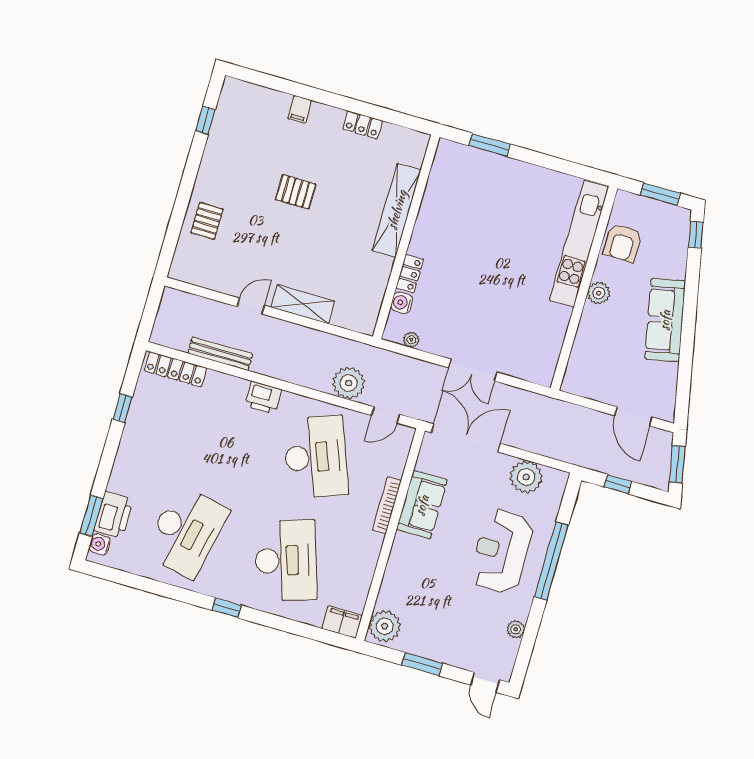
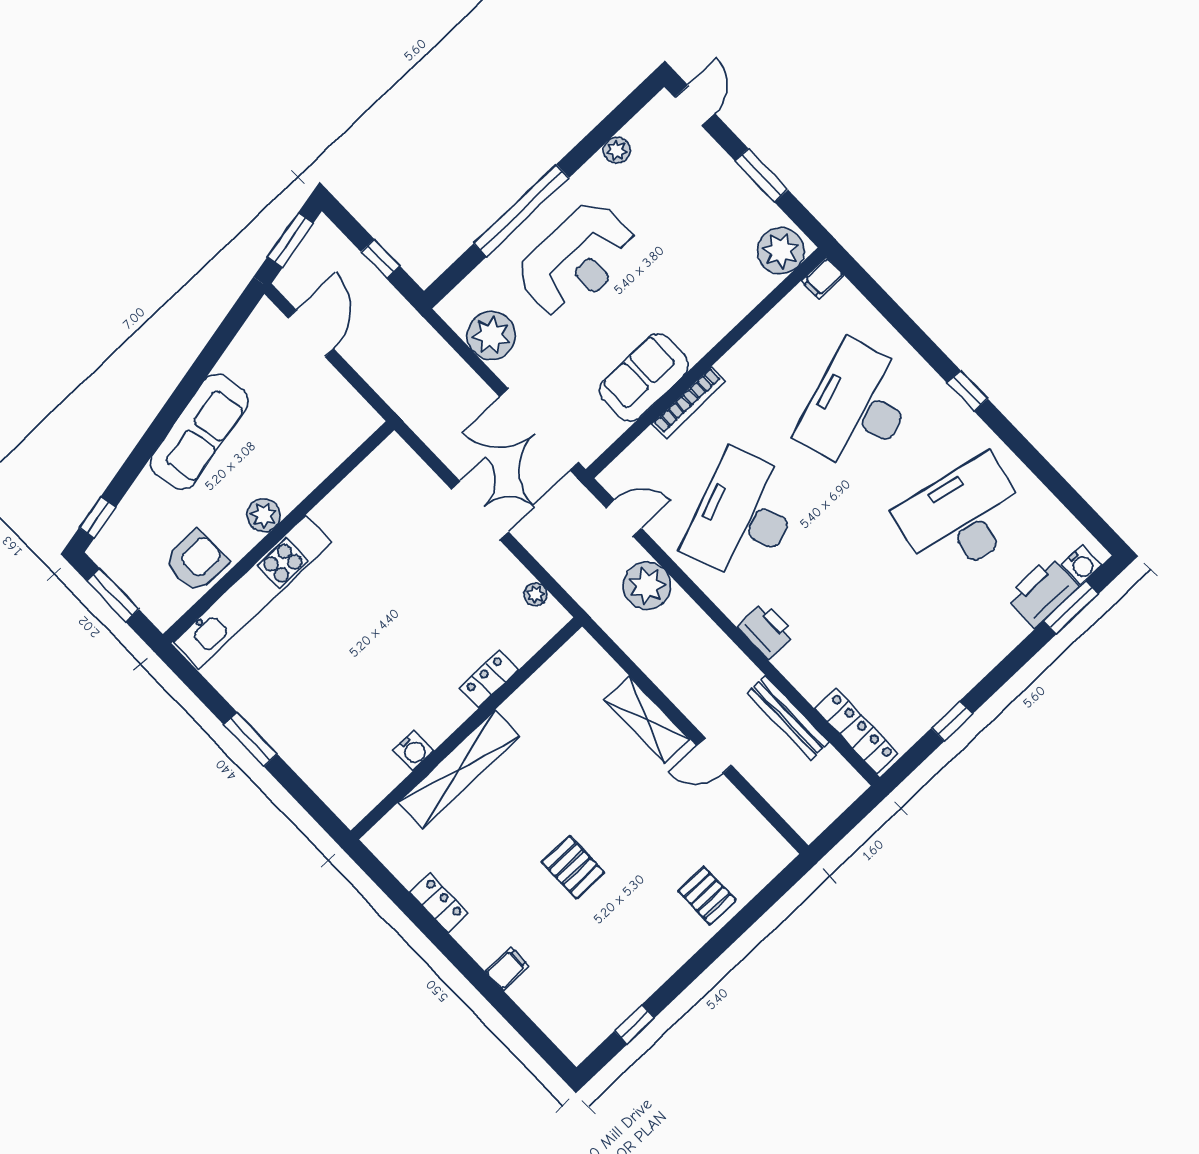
window: (490, 145) -> (250, 739), moved
pallet: (207, 221) -> (707, 896), turned 90
water cooler: (402, 303) -> (413, 751), moved
filing cabinet: (342, 622) -> (823, 278), width x0.50

